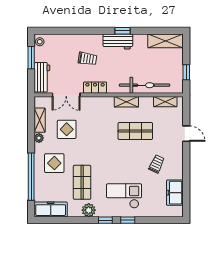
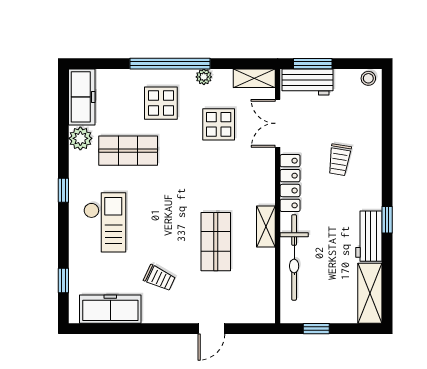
workbench: (118, 41) -> (369, 236), moved
window: (31, 58) -> (313, 64), moved
locker: (95, 88) -> (290, 183), width x1.53
shelving: (165, 102) -> (266, 293), removed
shelving: (40, 120) -> (254, 78), moved
window: (31, 177) -> (170, 64), moved
freezer: (175, 193) -> (110, 309), width x1.40
plant: (89, 210) -> (80, 138), moved
window: (128, 220) -> (63, 281), moved

